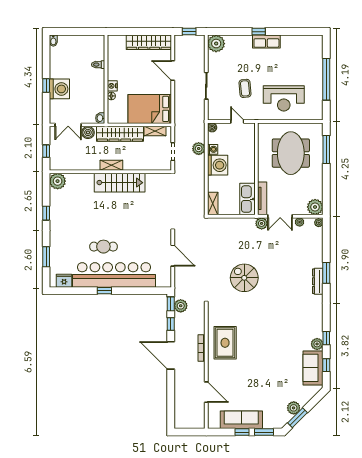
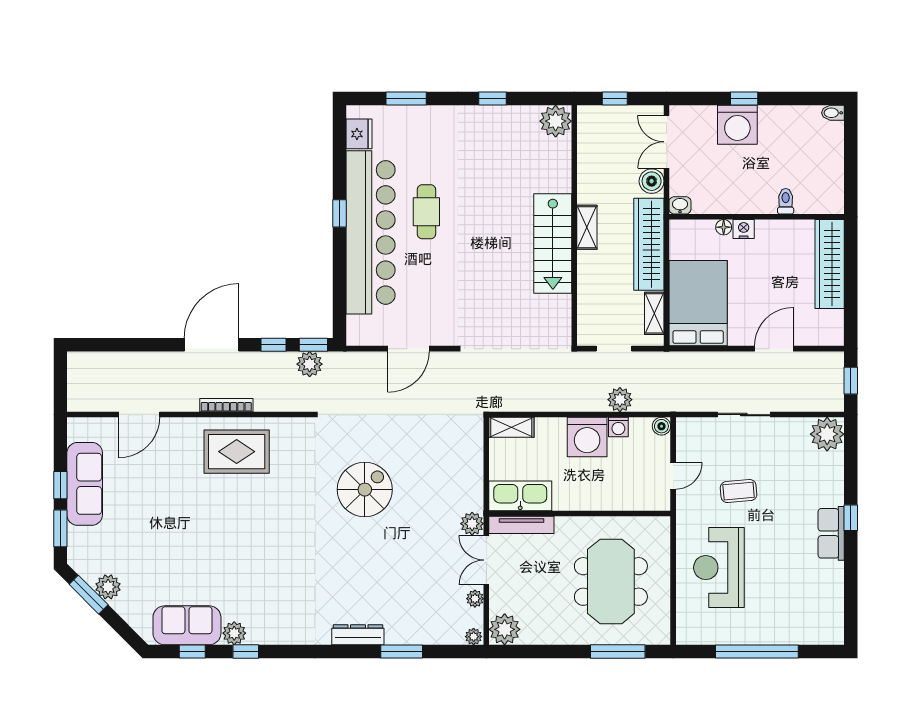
wardrobe: (149, 42) -> (830, 264), moved
meeting table: (291, 153) -> (611, 581), turned 90
window: (326, 273) -> (402, 651), moved

